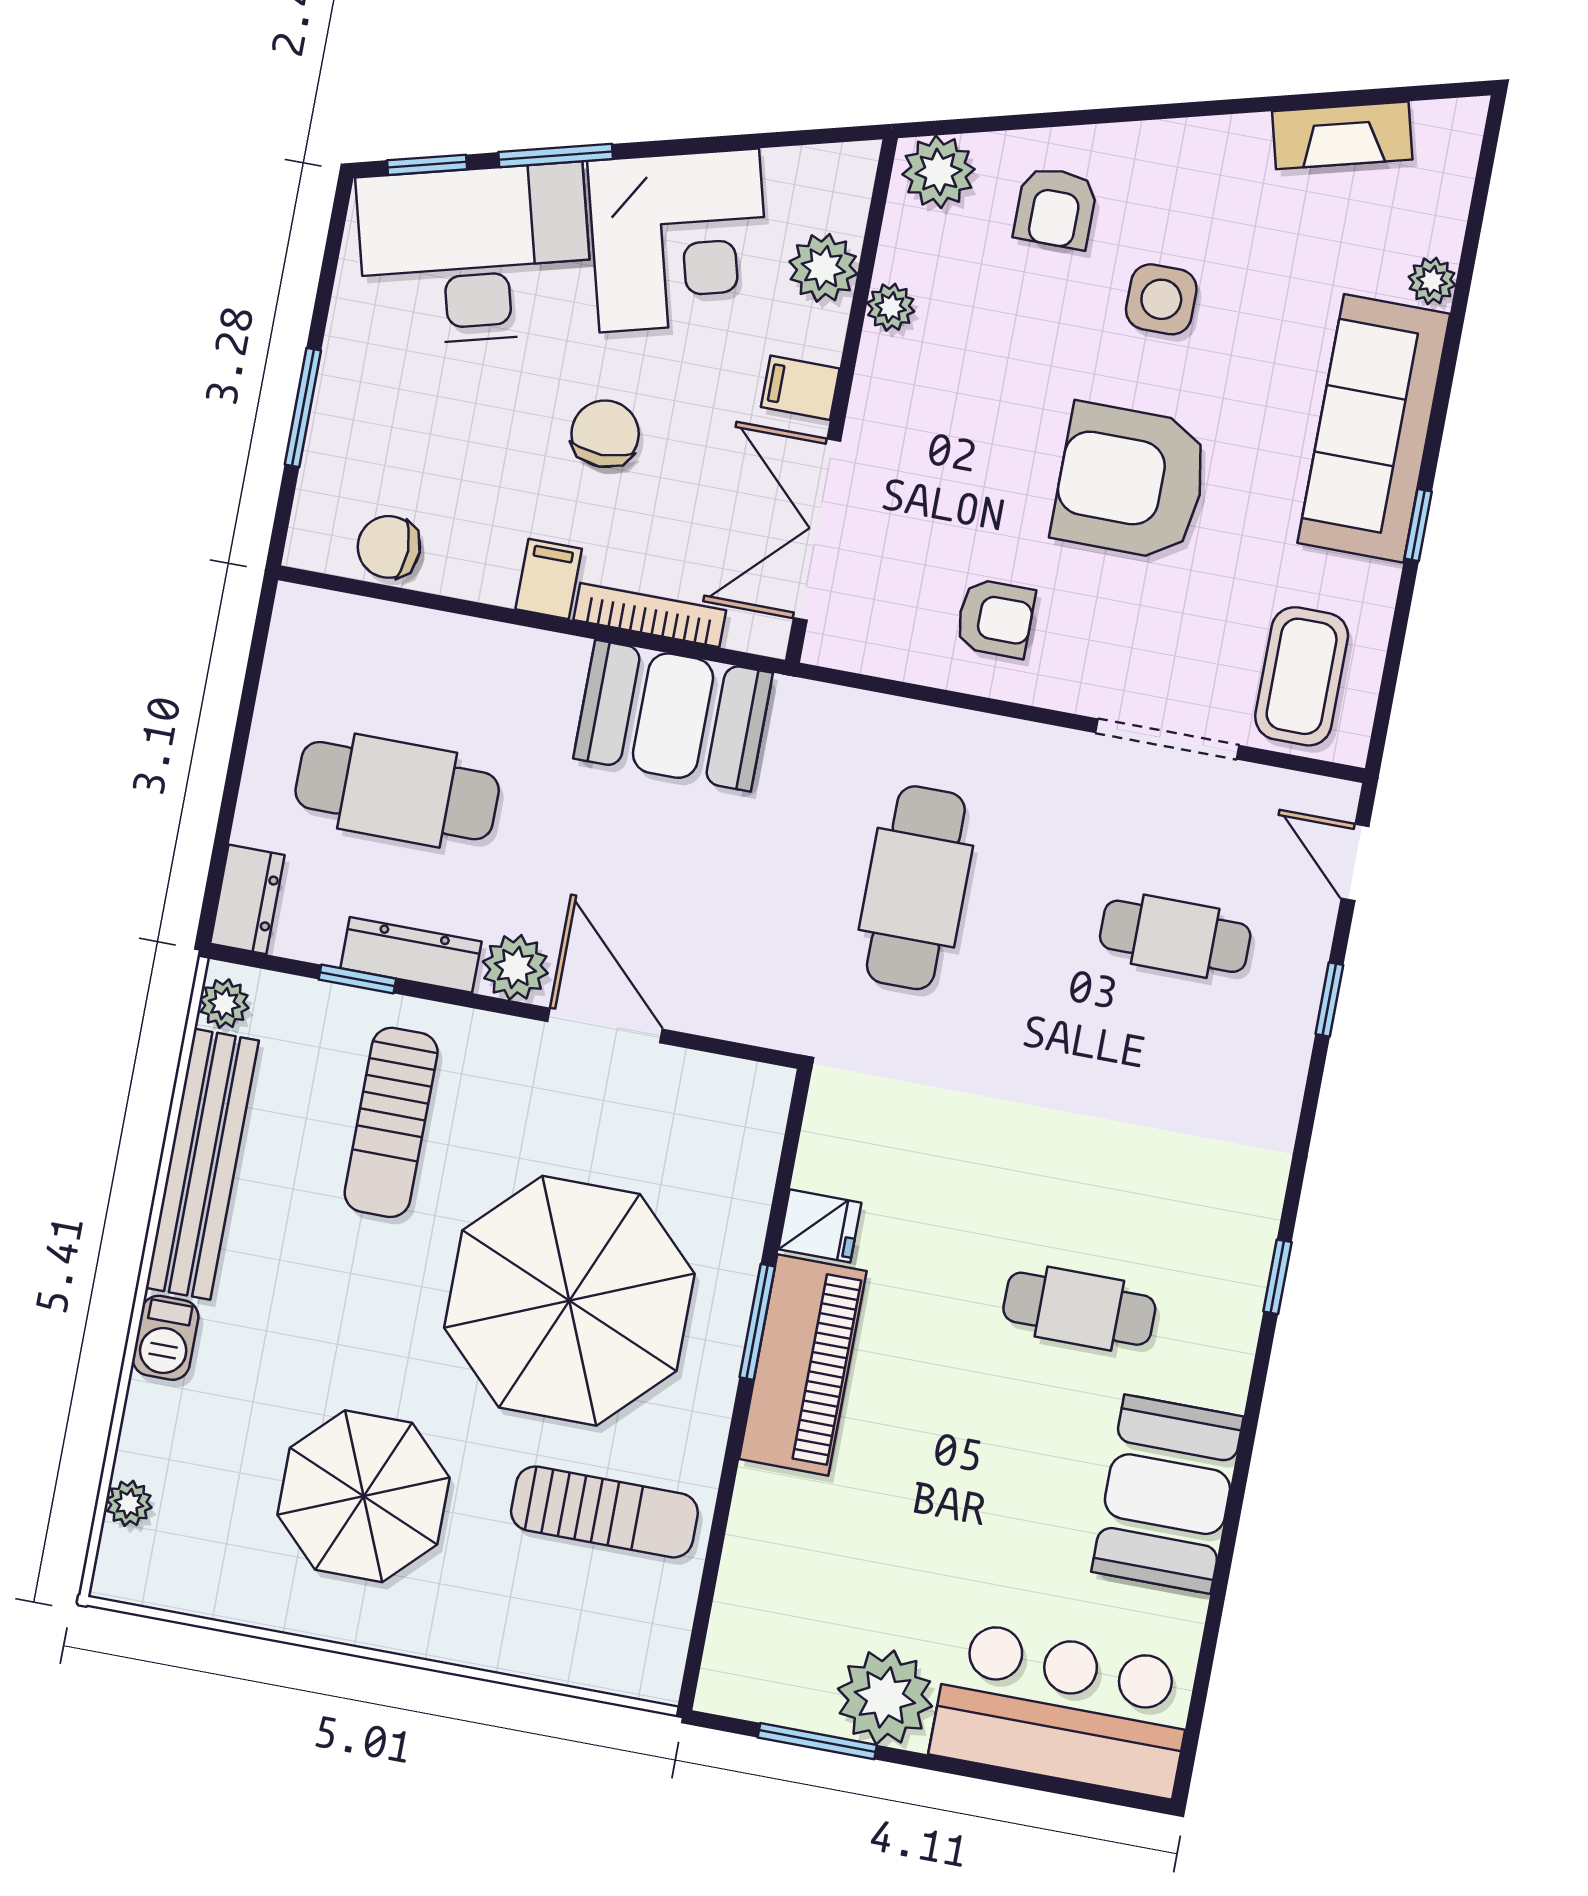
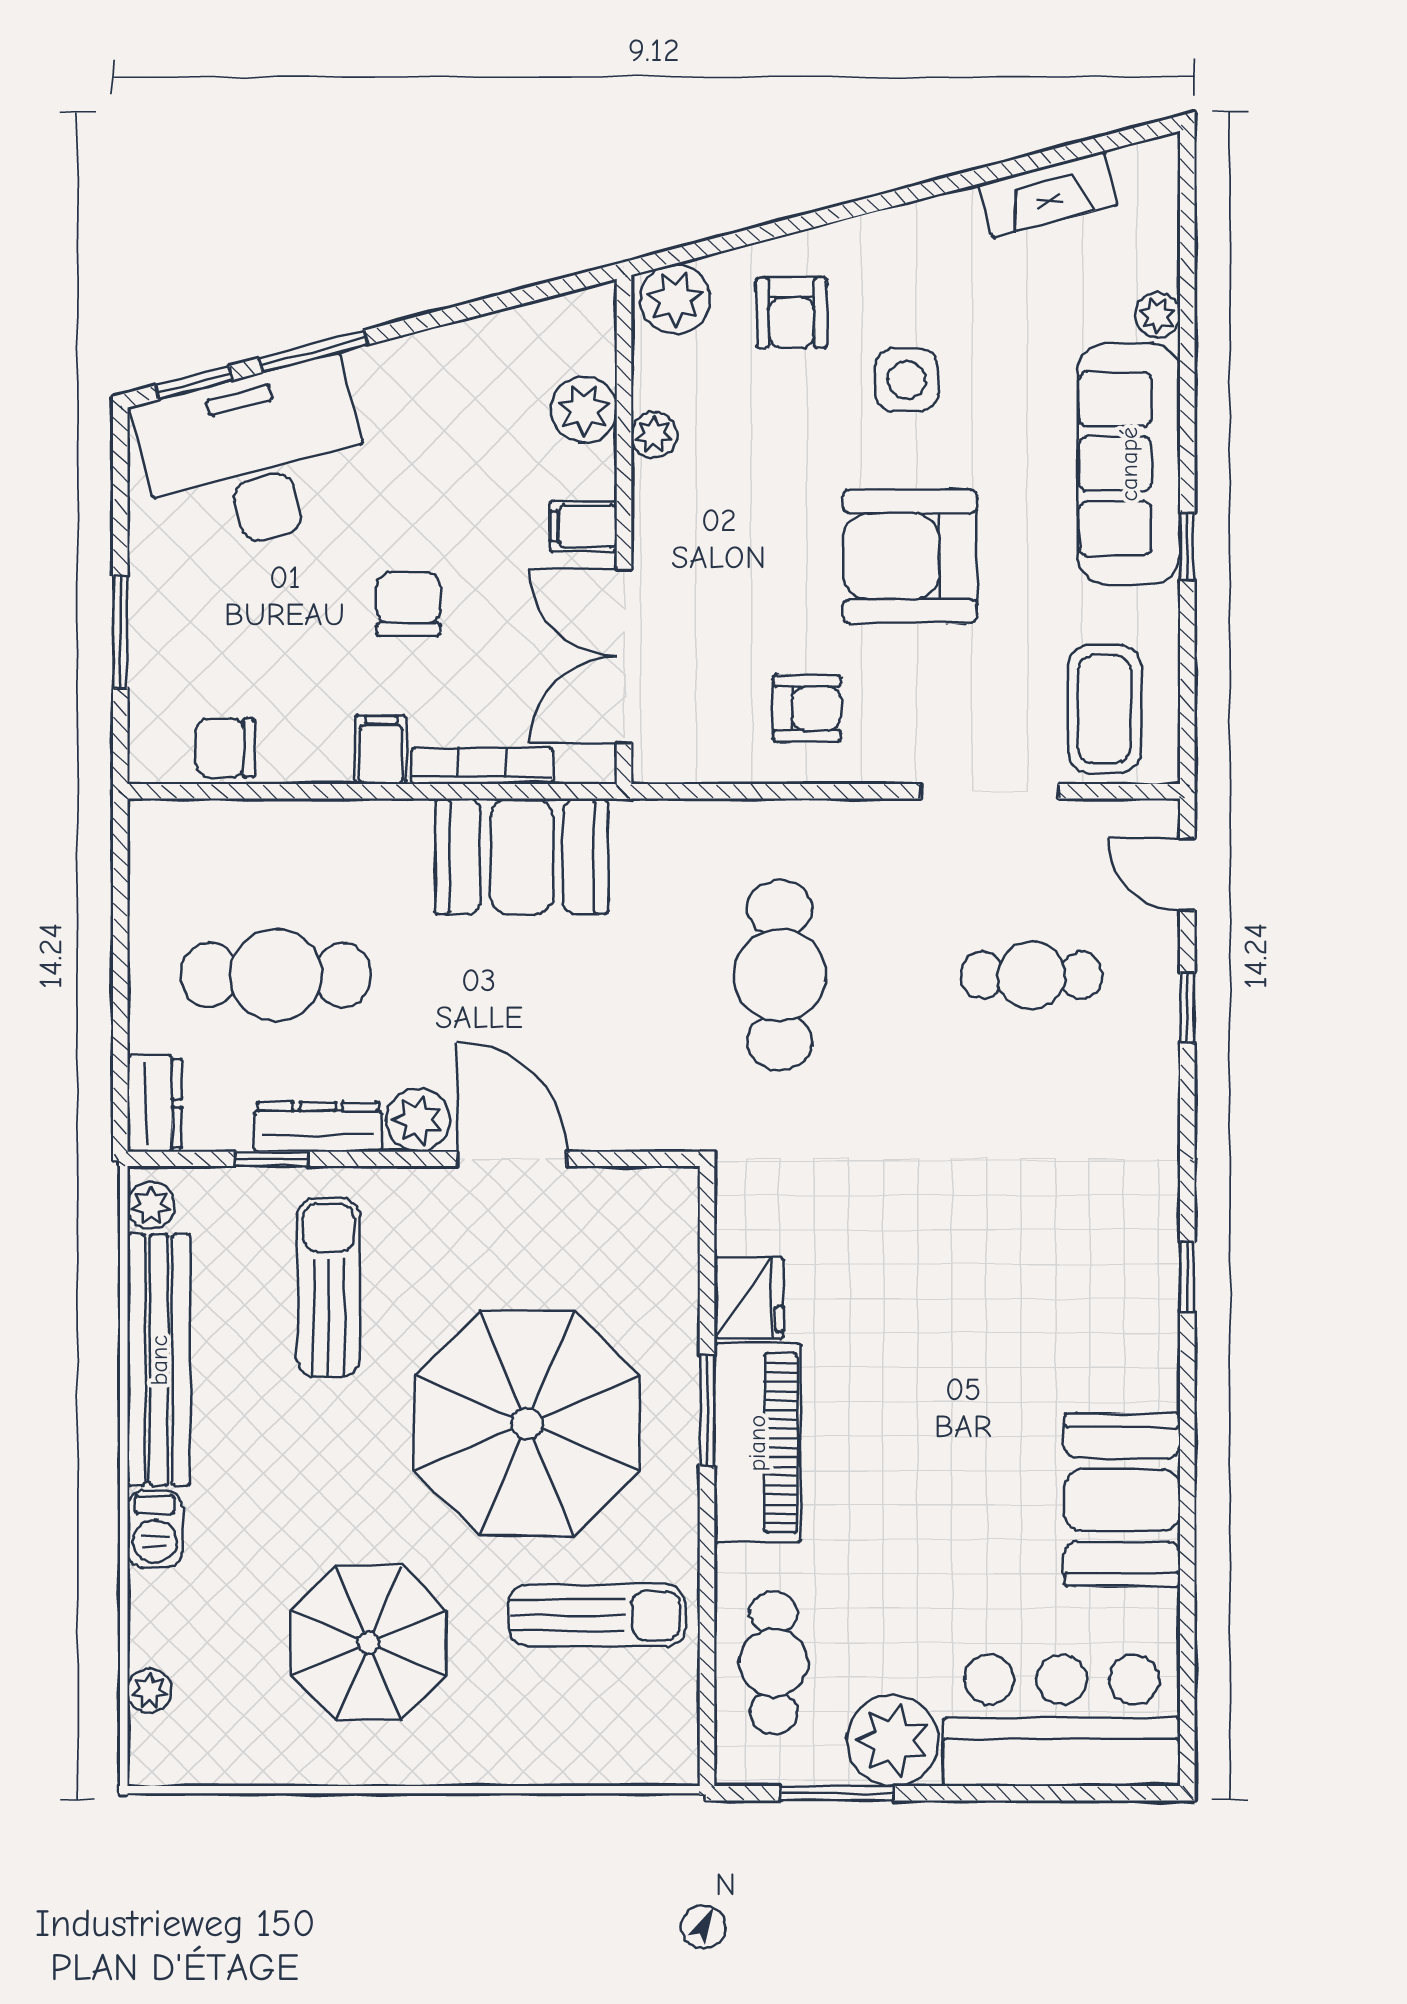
corner desk: (679, 240) -> (444, 409), removed
sun lounger: (391, 1122) -> (329, 1287), turned 180
fridge: (820, 1226) -> (749, 1298), width x1.38
cafe table: (1079, 1309) -> (774, 1663), moved, turned 90

